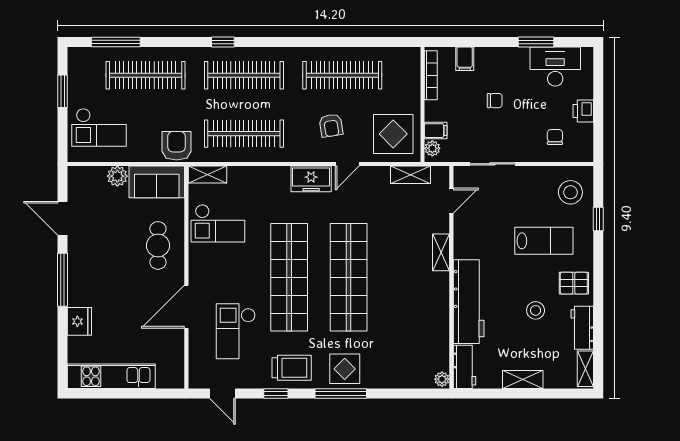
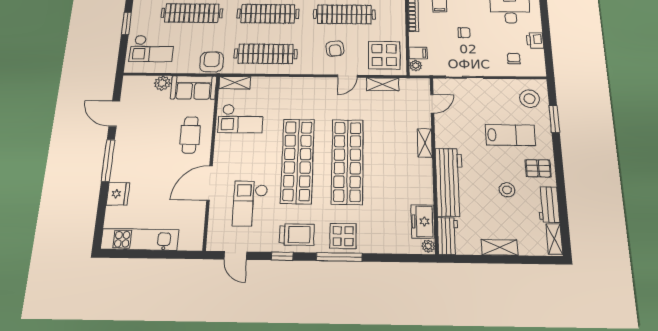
shelving: (410, 175) -> (383, 84), moved
freezer: (311, 179) -> (423, 221), moved, turned 90
window: (598, 219) -> (554, 119), width x1.50

